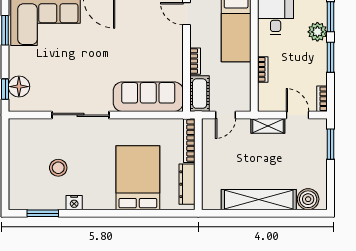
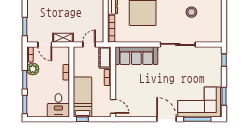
plant: (317, 32) -> (33, 69), moved
floor lamp: (19, 87) -> (215, 62), removed

